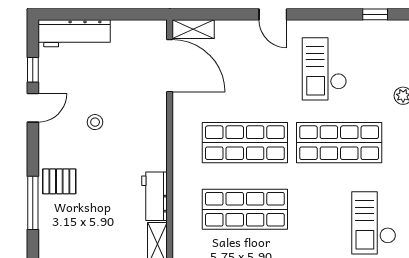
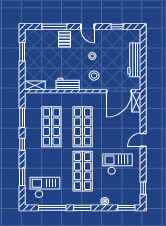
workbench: (74, 33) -> (134, 60), moved
door: (33, 108) -> (88, 27), moved
stool: (136, 118) -> (94, 76), added
workbench: (155, 196) -> (68, 84), moved

